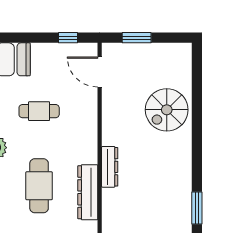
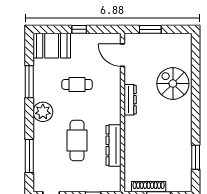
window: (68, 38) -> (79, 29), moved
spiral stairs: (167, 110) -> (173, 84), turned 90
dresser: (110, 167) -> (130, 100), moved

